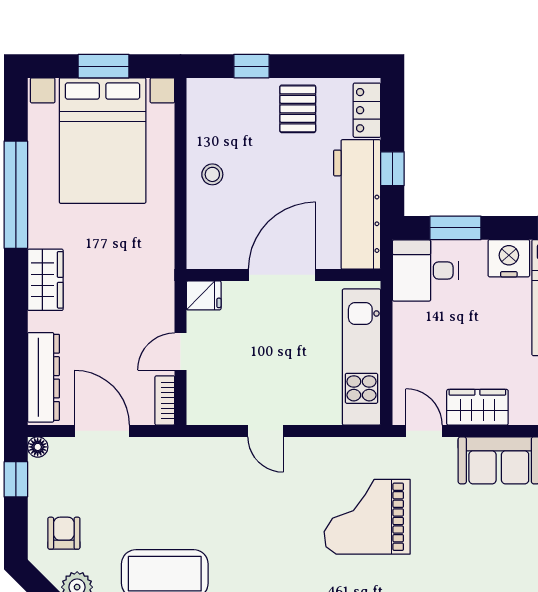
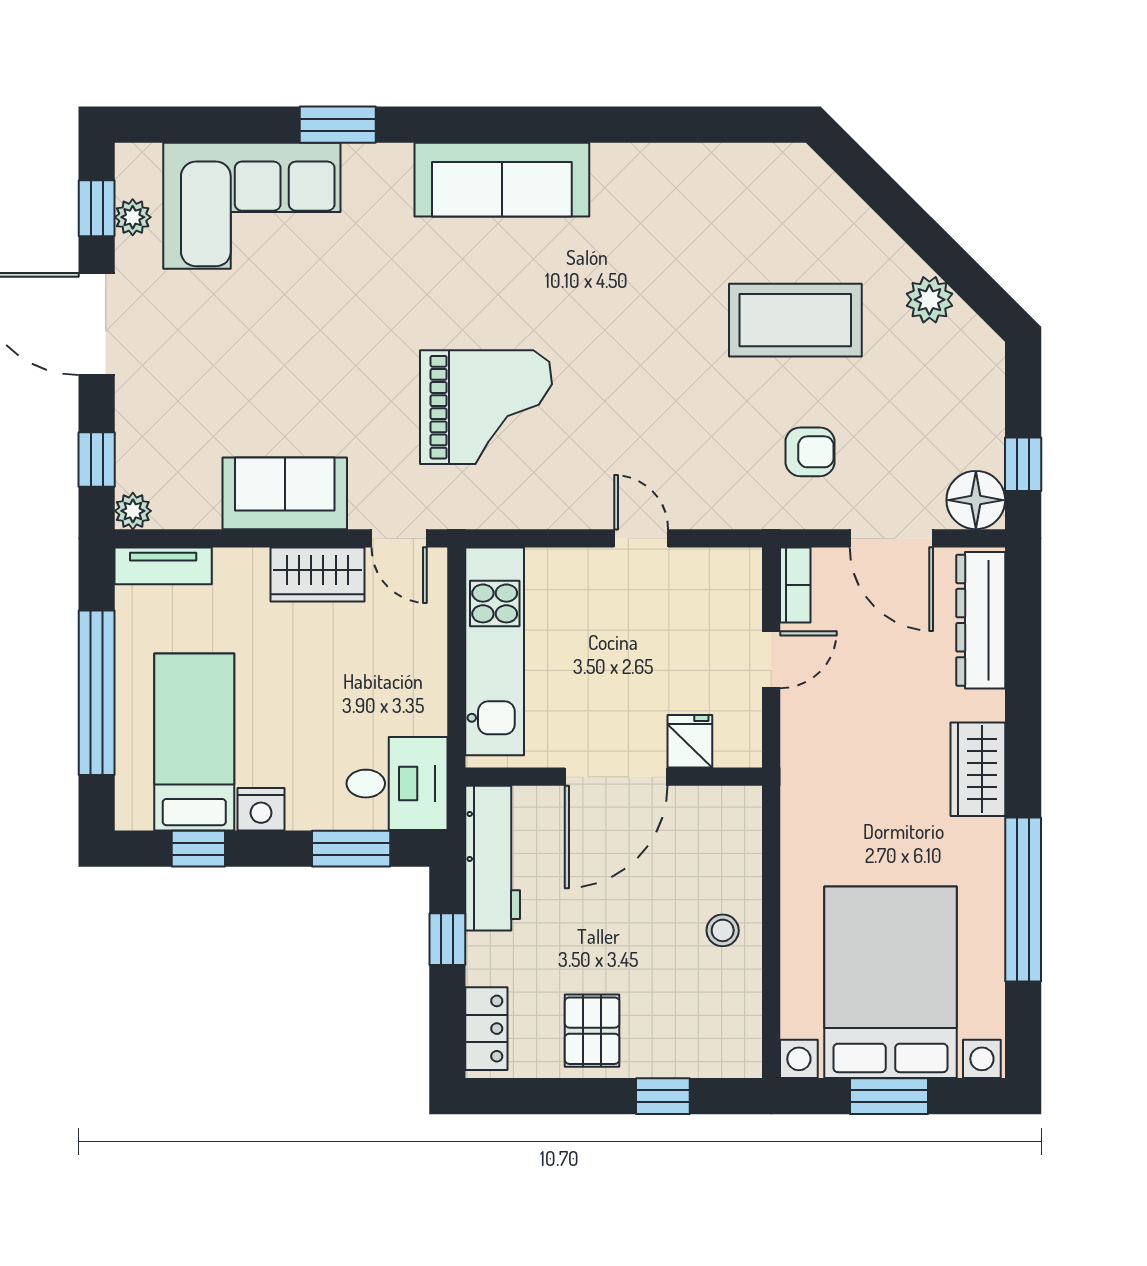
workbench: (357, 204) -> (493, 858), width x0.73, depth x0.76
nightstand: (509, 258) -> (261, 809), width x0.74, depth x0.75
fridge: (204, 295) -> (690, 741), moved, turned 90
floor lamp: (38, 447) -> (976, 500), width x1.89, depth x1.89
armchair: (64, 533) -> (810, 452), moved, turned -90

